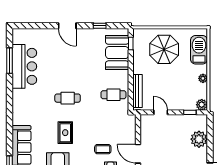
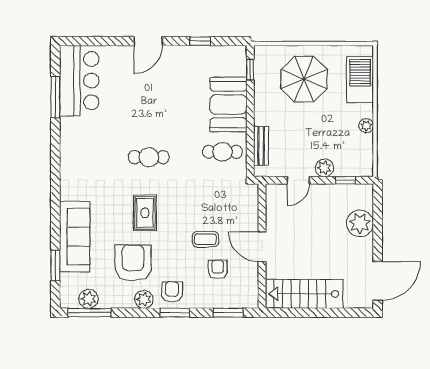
door: (67, 26) -> (148, 41), hinge flipped
booth: (117, 53) -> (228, 105), moved
bar counter: (24, 66) -> (79, 81), moved
bench: (137, 91) -> (261, 146), width x0.73
plant: (202, 105) -> (324, 168), moved
door: (161, 112) -> (298, 180), swing flipped

